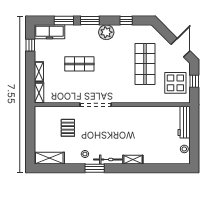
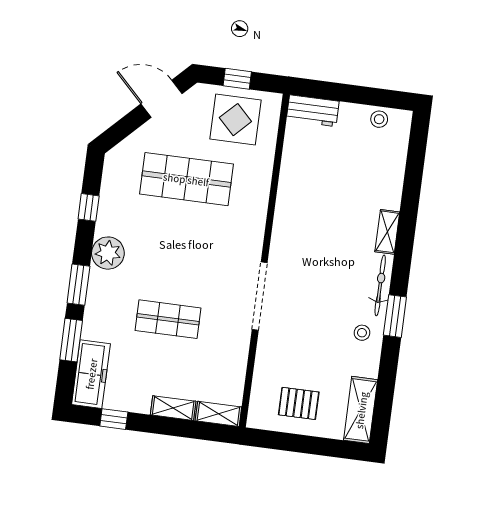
shop shelf: (79, 64) -> (168, 319), turned 90
workbench: (184, 122) -> (313, 111), width x0.73
pallet: (68, 128) -> (299, 403), moved

